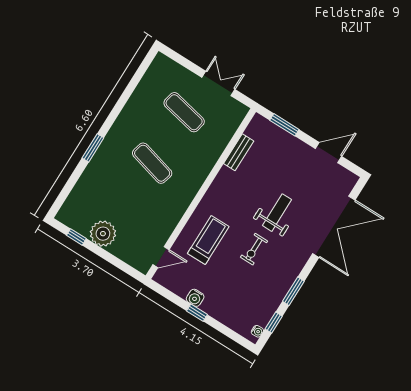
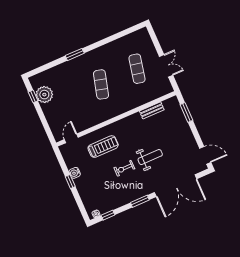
door: (329, 153) -> (205, 155), moved
plant: (103, 234) -> (44, 95), moved
door: (161, 257) -> (71, 138), swing flipped
window: (293, 291) -> (140, 201), moved

